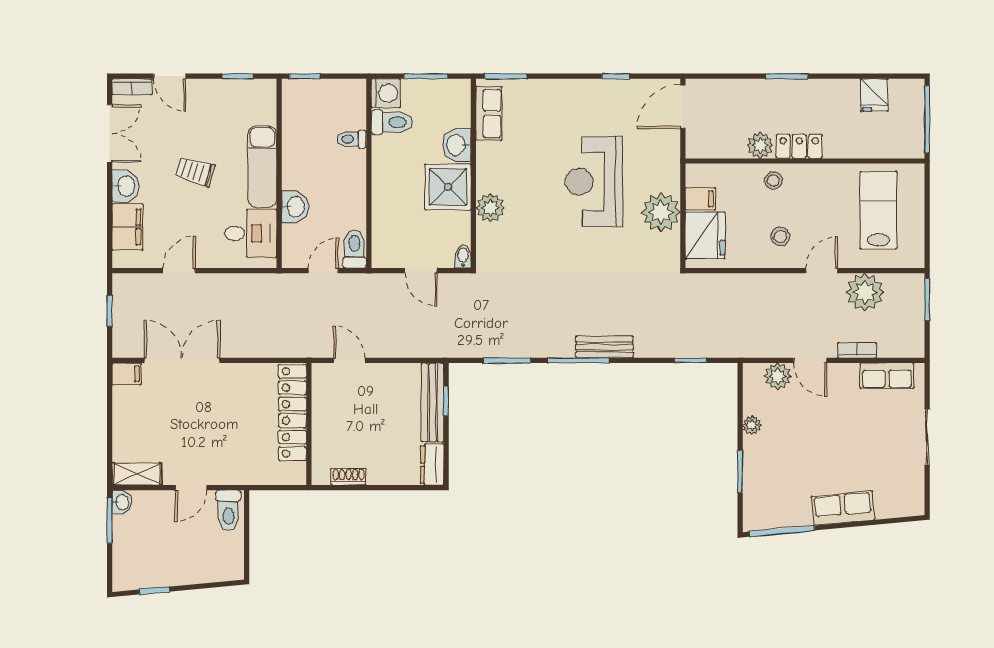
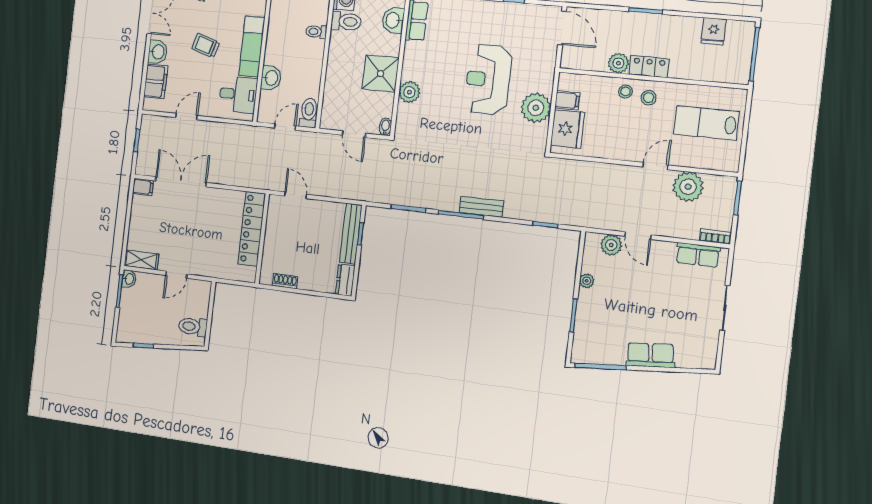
door: (683, 107) -> (562, 28), swing flipped
washbasin: (457, 145) -> (393, 20), moved
lab bench: (878, 210) -> (706, 123), turned -90
stool: (780, 237) -> (649, 98), moved
bookcase: (857, 350) -> (715, 236), moved
toilet: (228, 510) -> (193, 327), moved, turned 90

